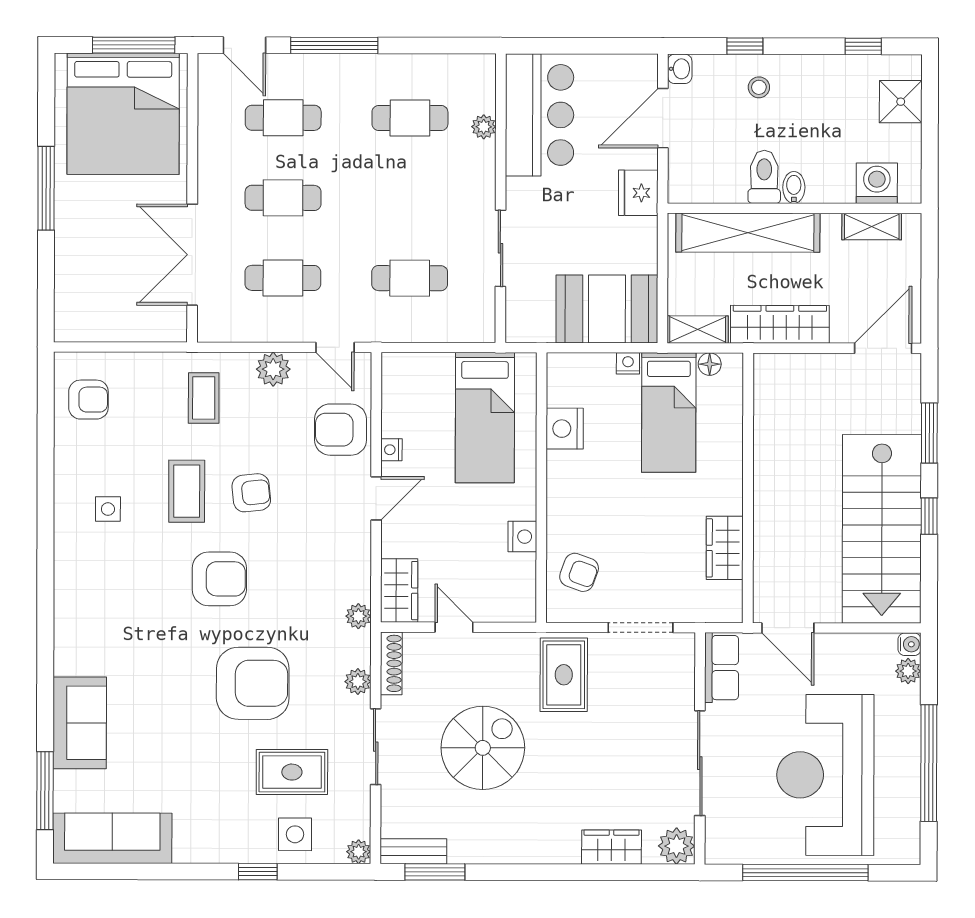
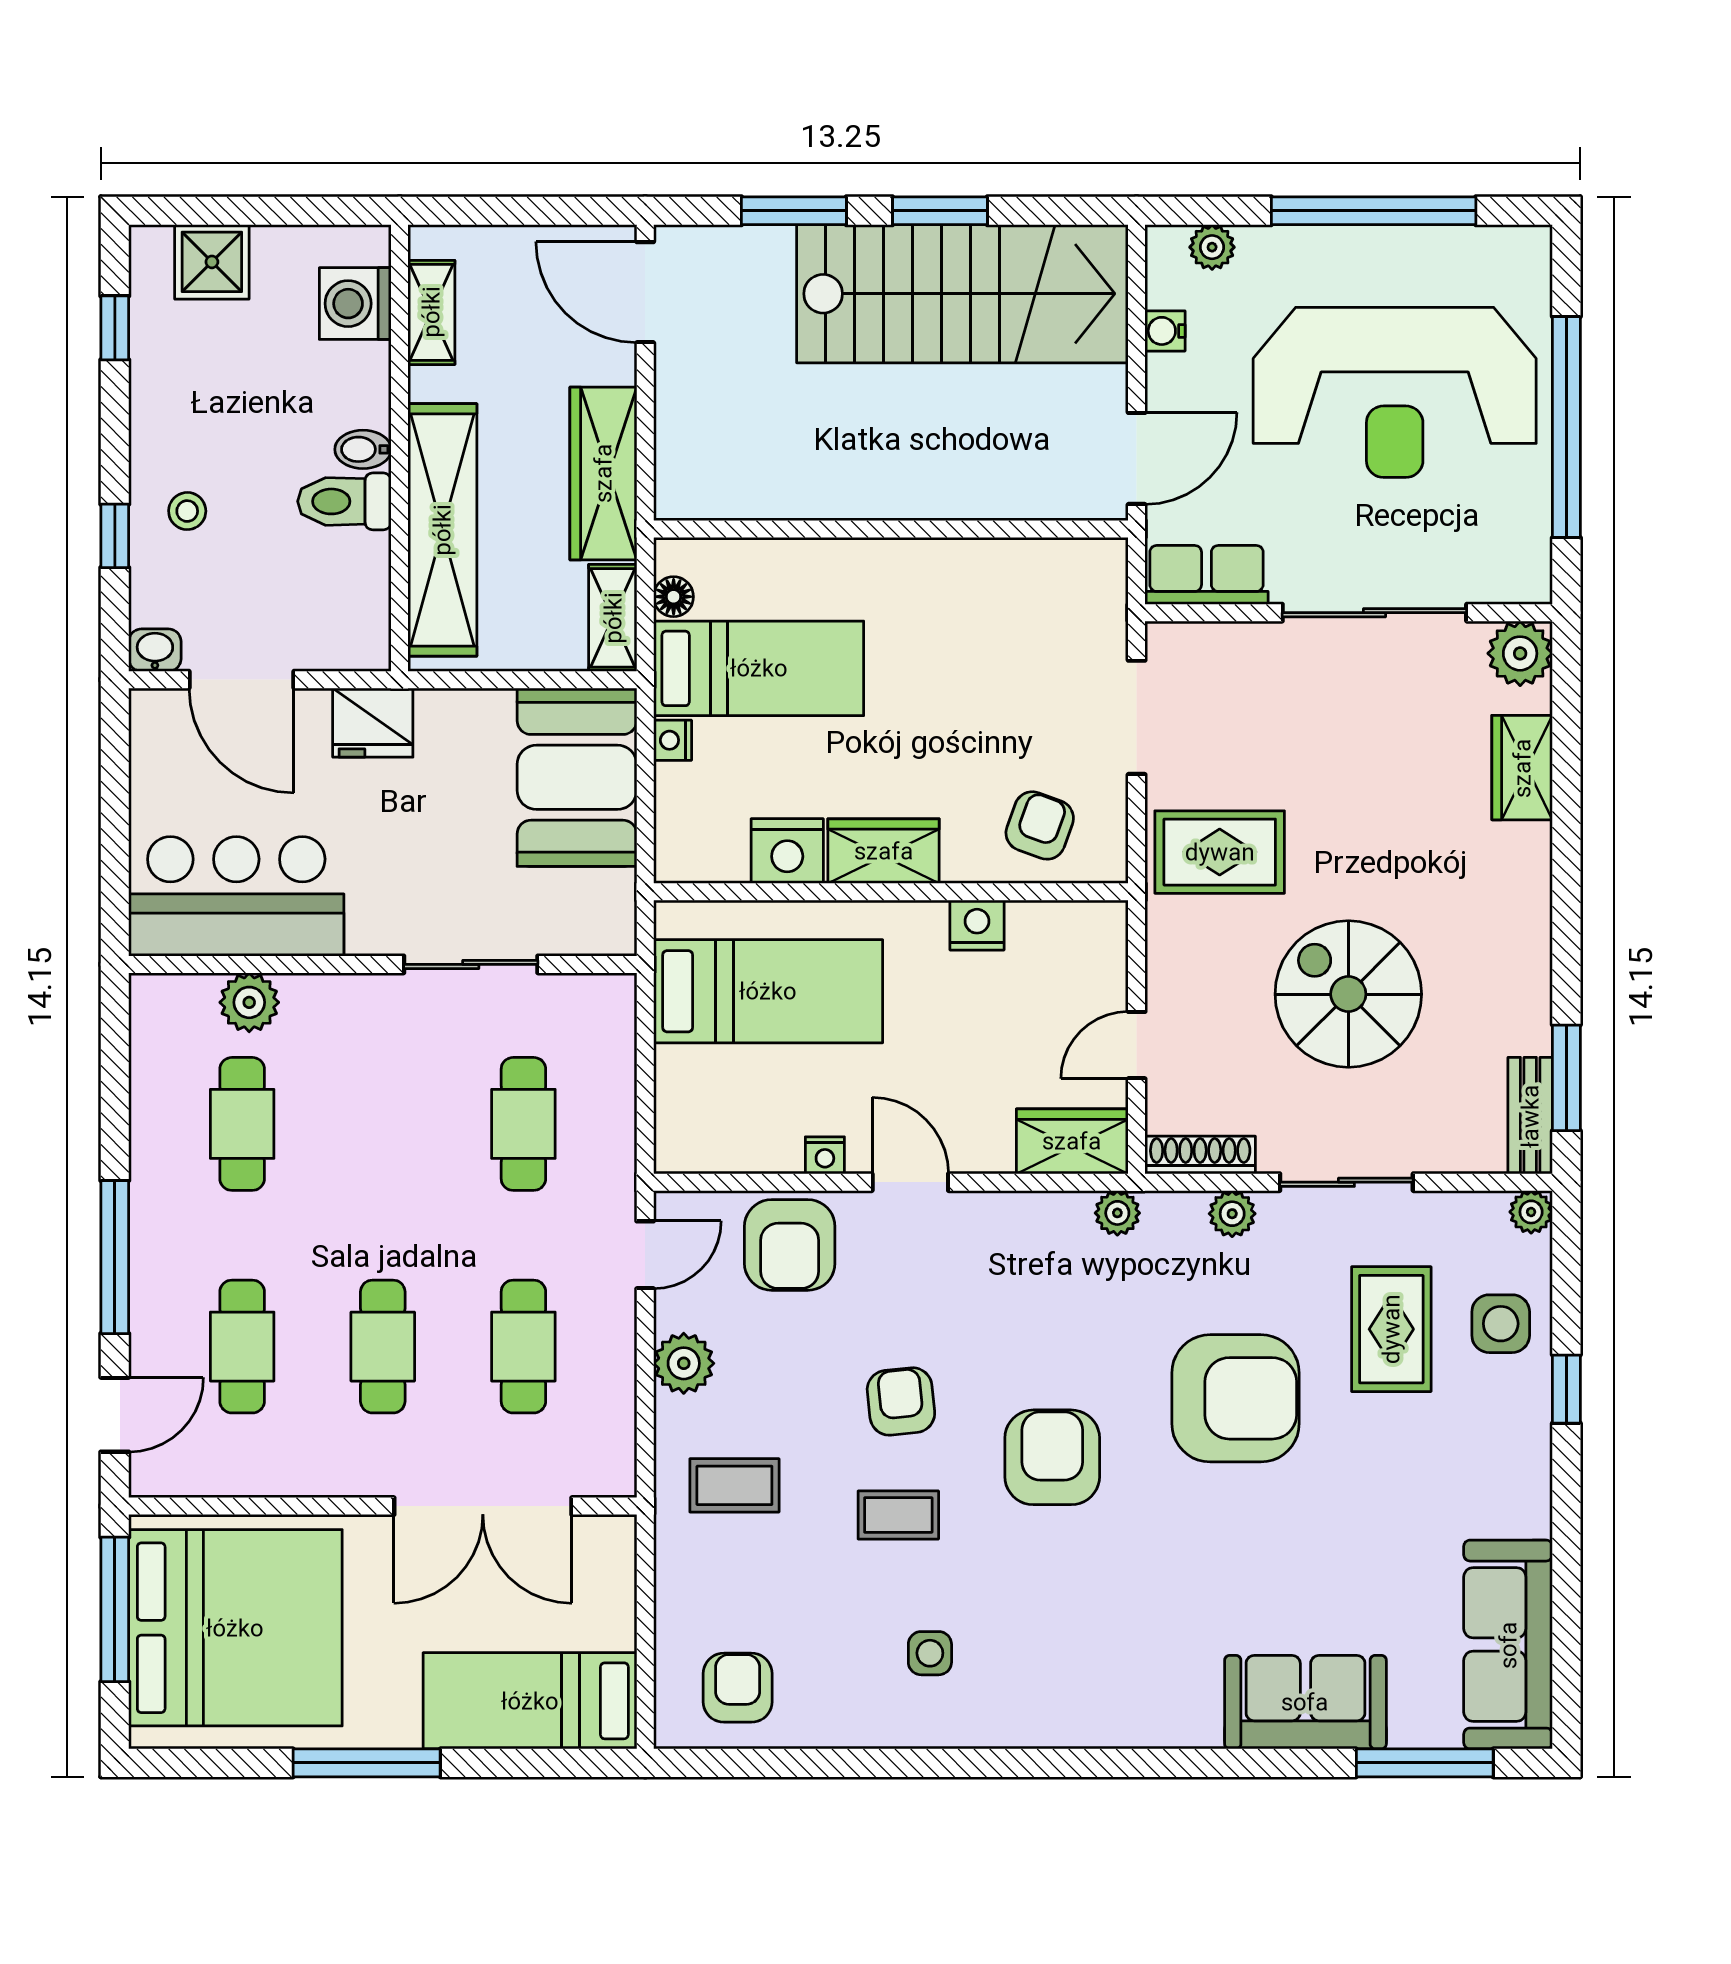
plant: (484, 127) -> (249, 1002), width x1.38, depth x1.38
bed: (81, 281) -> (530, 1701), added
coffee table: (187, 491) -> (898, 1515), width x0.73, depth x0.77
window: (929, 516) -> (940, 211), width x1.50
wardrobe: (725, 548) -> (884, 851), moved, turned 180
water cooler: (910, 644) -> (1165, 331), moved, turned -90
armchair: (253, 683) -> (1235, 1398), turned 90

